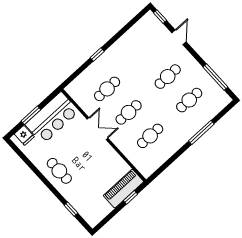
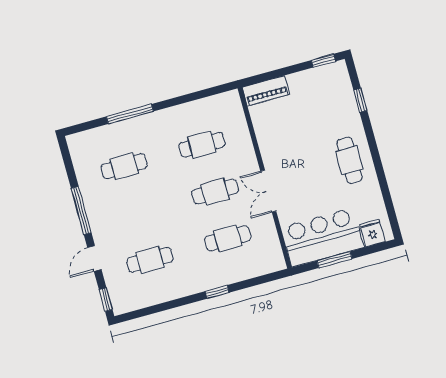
cafe table: (168, 77) -> (150, 260), moved
window: (215, 77) -> (81, 210), moved
window: (31, 115) -> (335, 260), moved
piano: (124, 189) -> (266, 91), width x0.73, depth x0.75
window: (130, 197) -> (323, 61), moved

